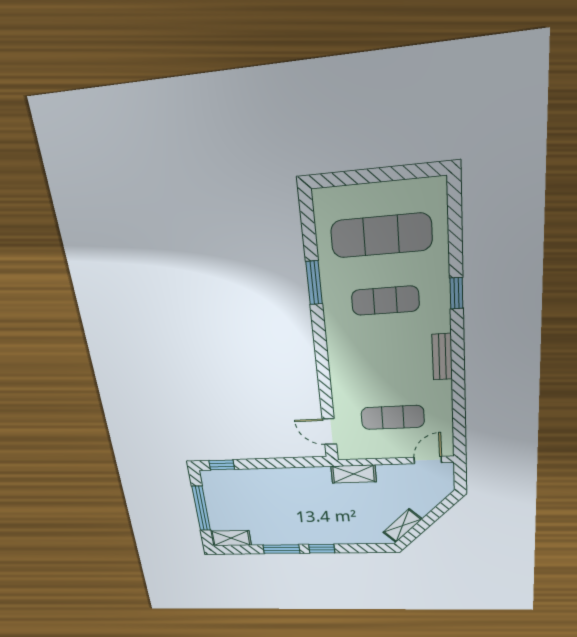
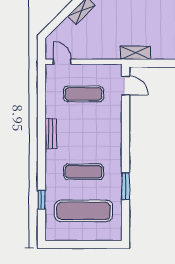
window: (456, 293) -> (41, 200), moved
door: (428, 460) -> (62, 62), swing flipped
shelving: (354, 474) -> (135, 53), moved

